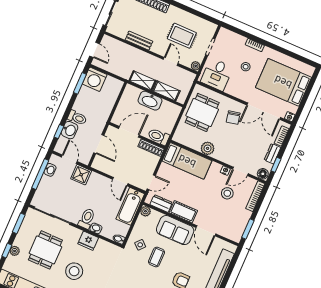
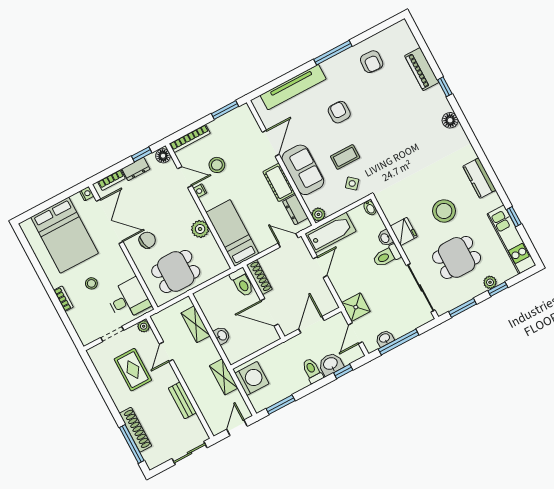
washing machine: (95, 79) -> (252, 378), moved
shelving: (143, 81) -> (224, 377), moved
washbasin: (150, 101) -> (222, 335), width x0.52, depth x0.69

